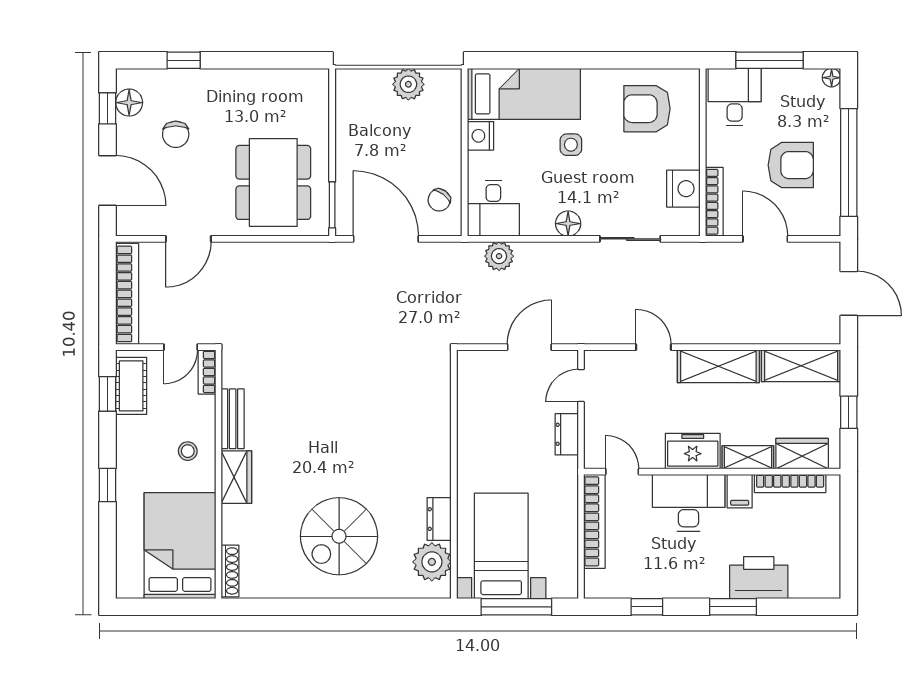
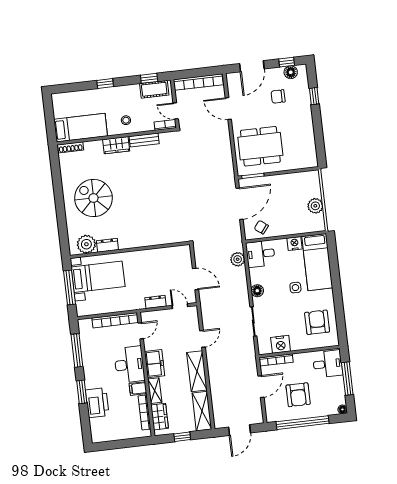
bed: (180, 546) -> (81, 128), width x0.67
window: (647, 607) -> (77, 350), width x2.17

